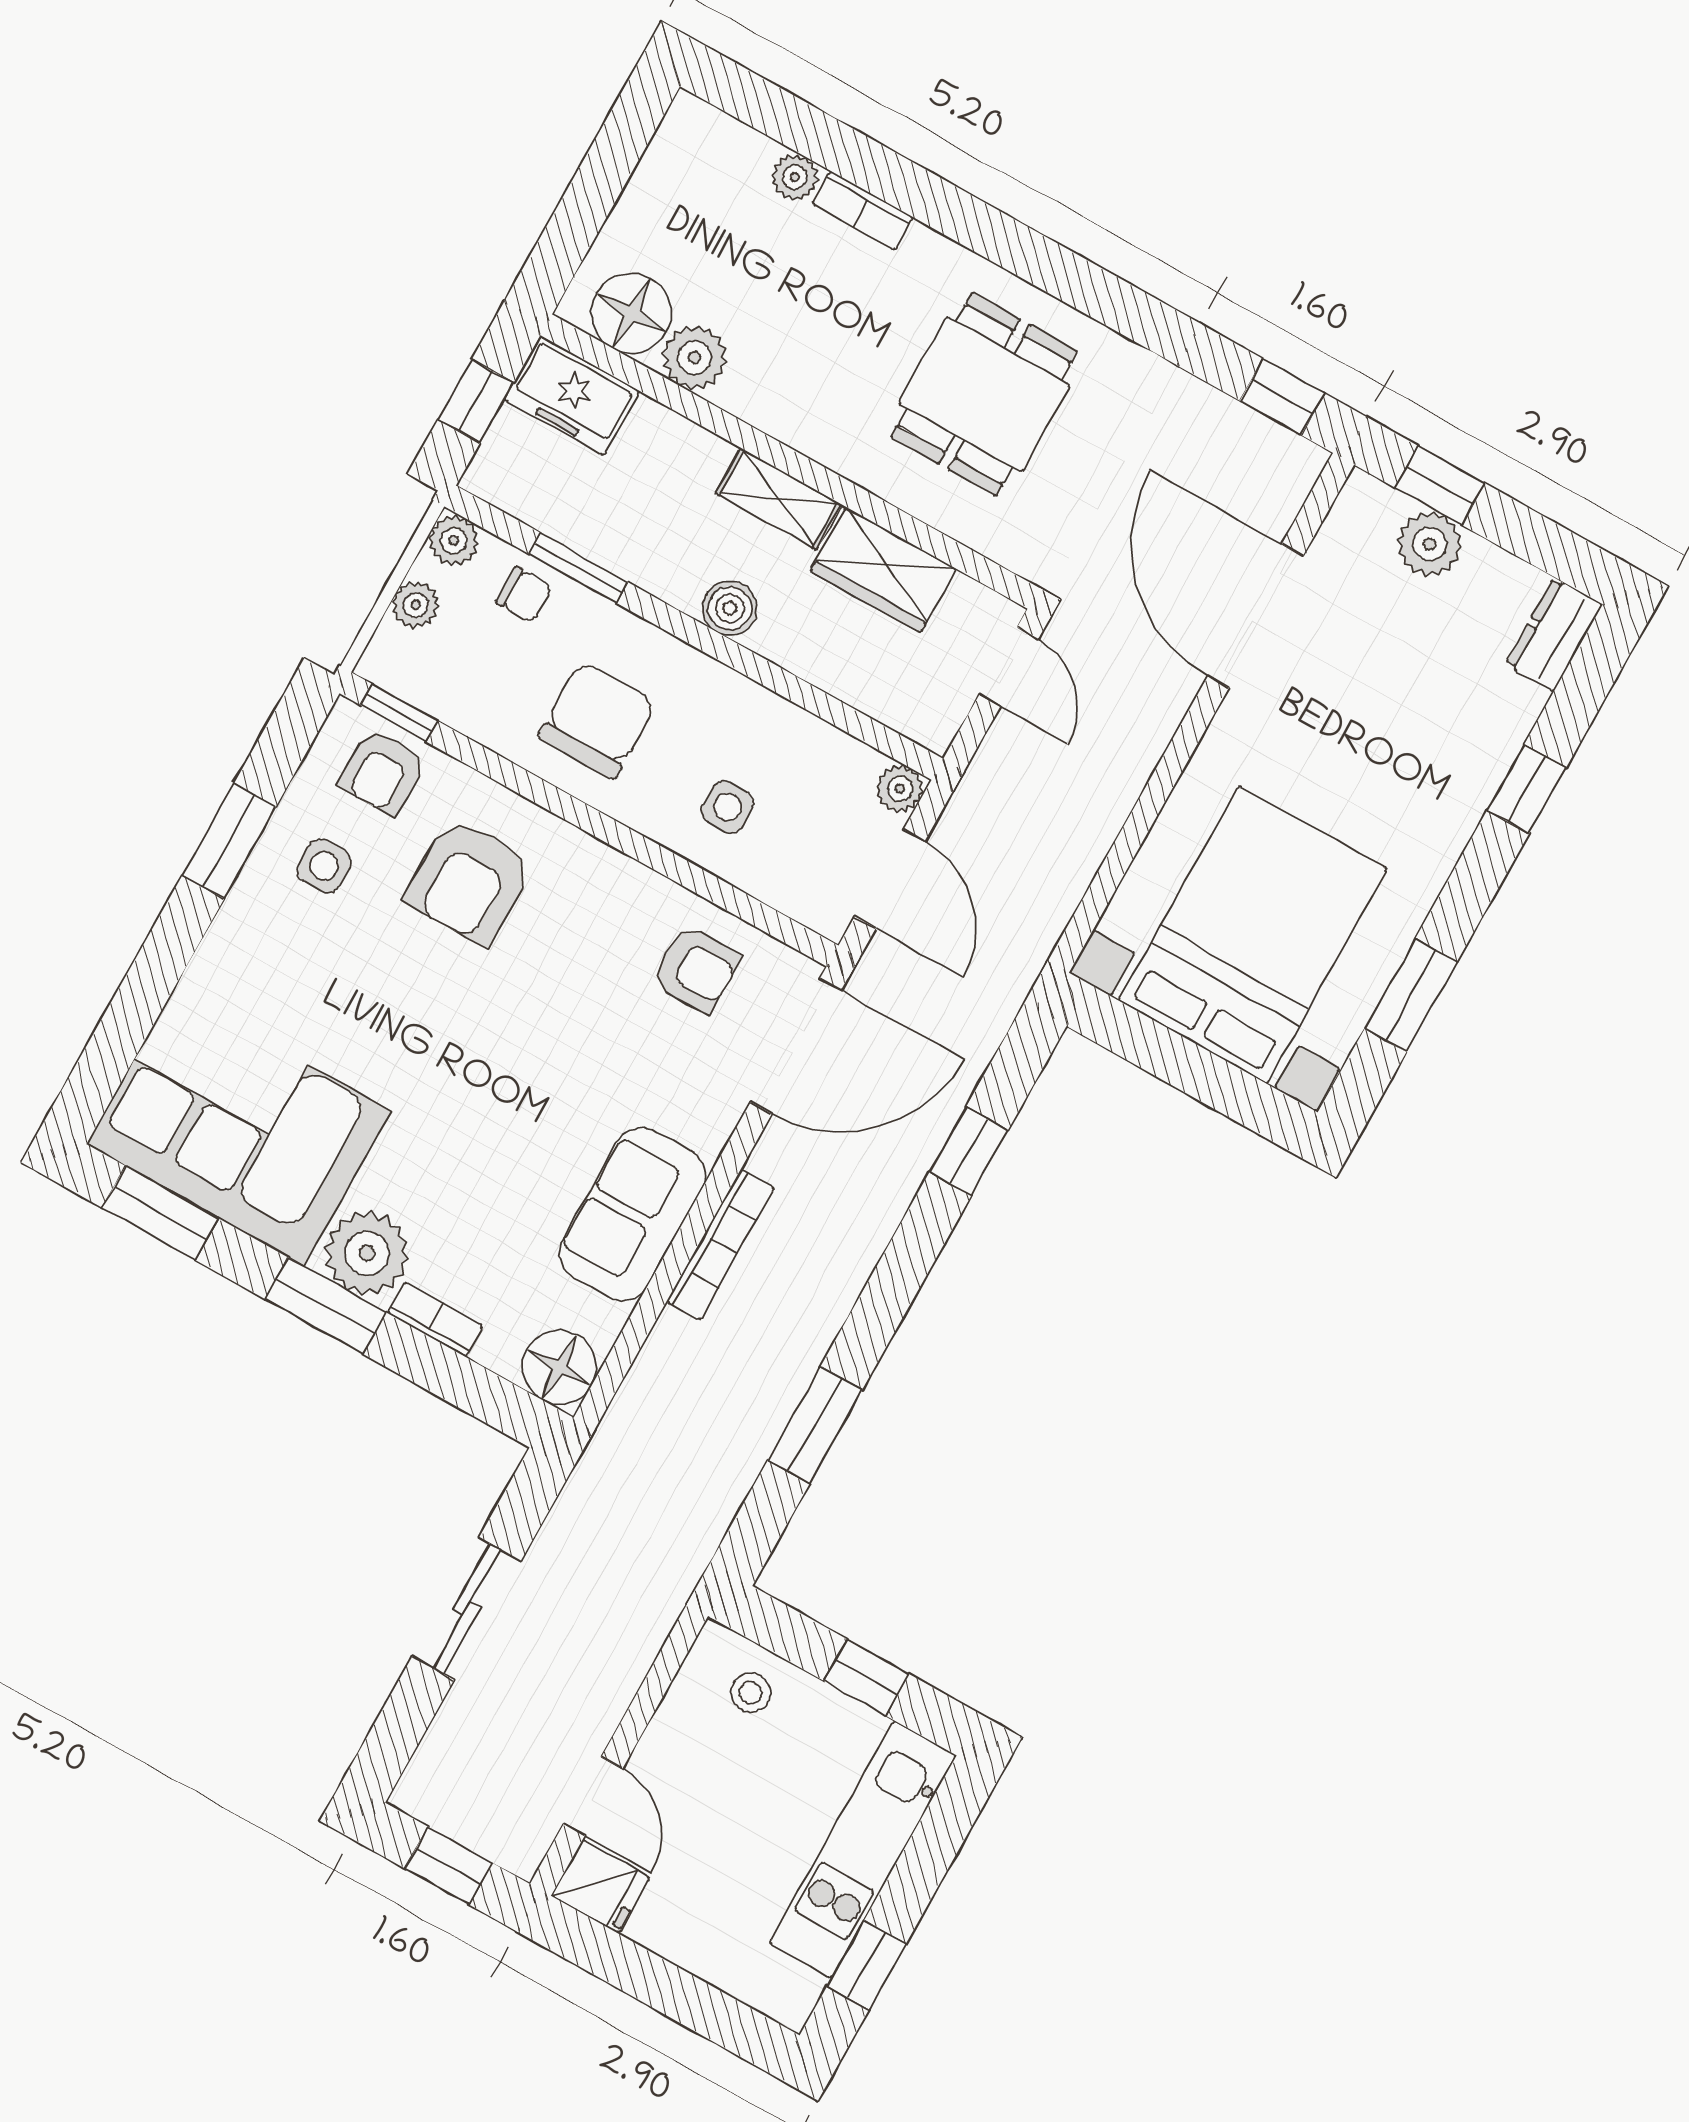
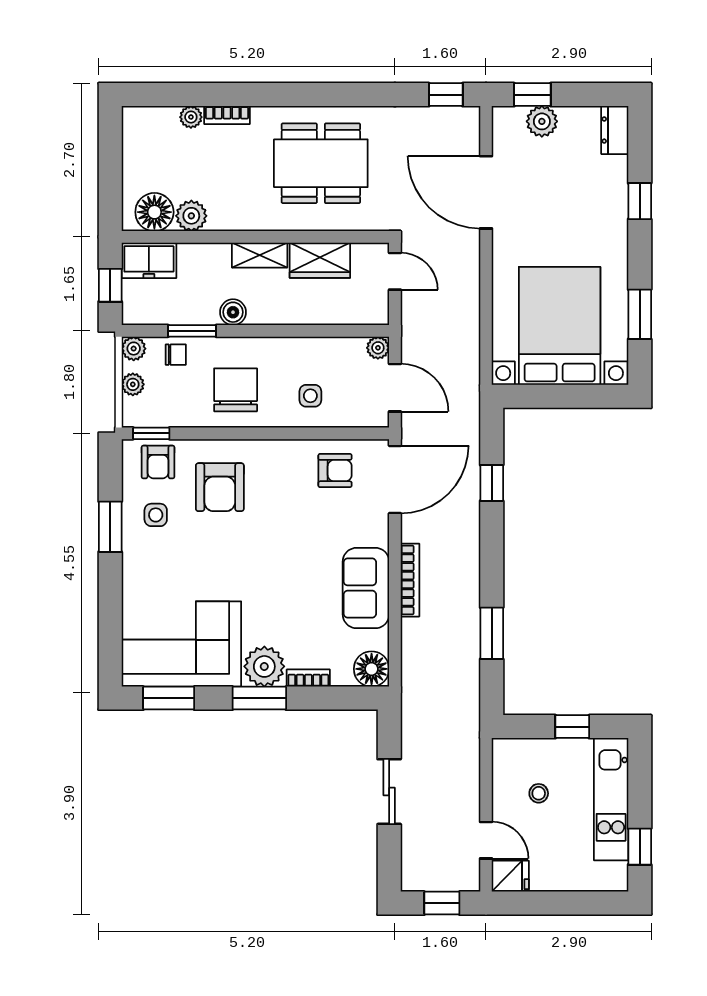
dining table: (984, 394) -> (321, 163), width x1.38
boiler: (730, 608) -> (233, 312), moved
stool: (751, 1693) -> (539, 793), moved

